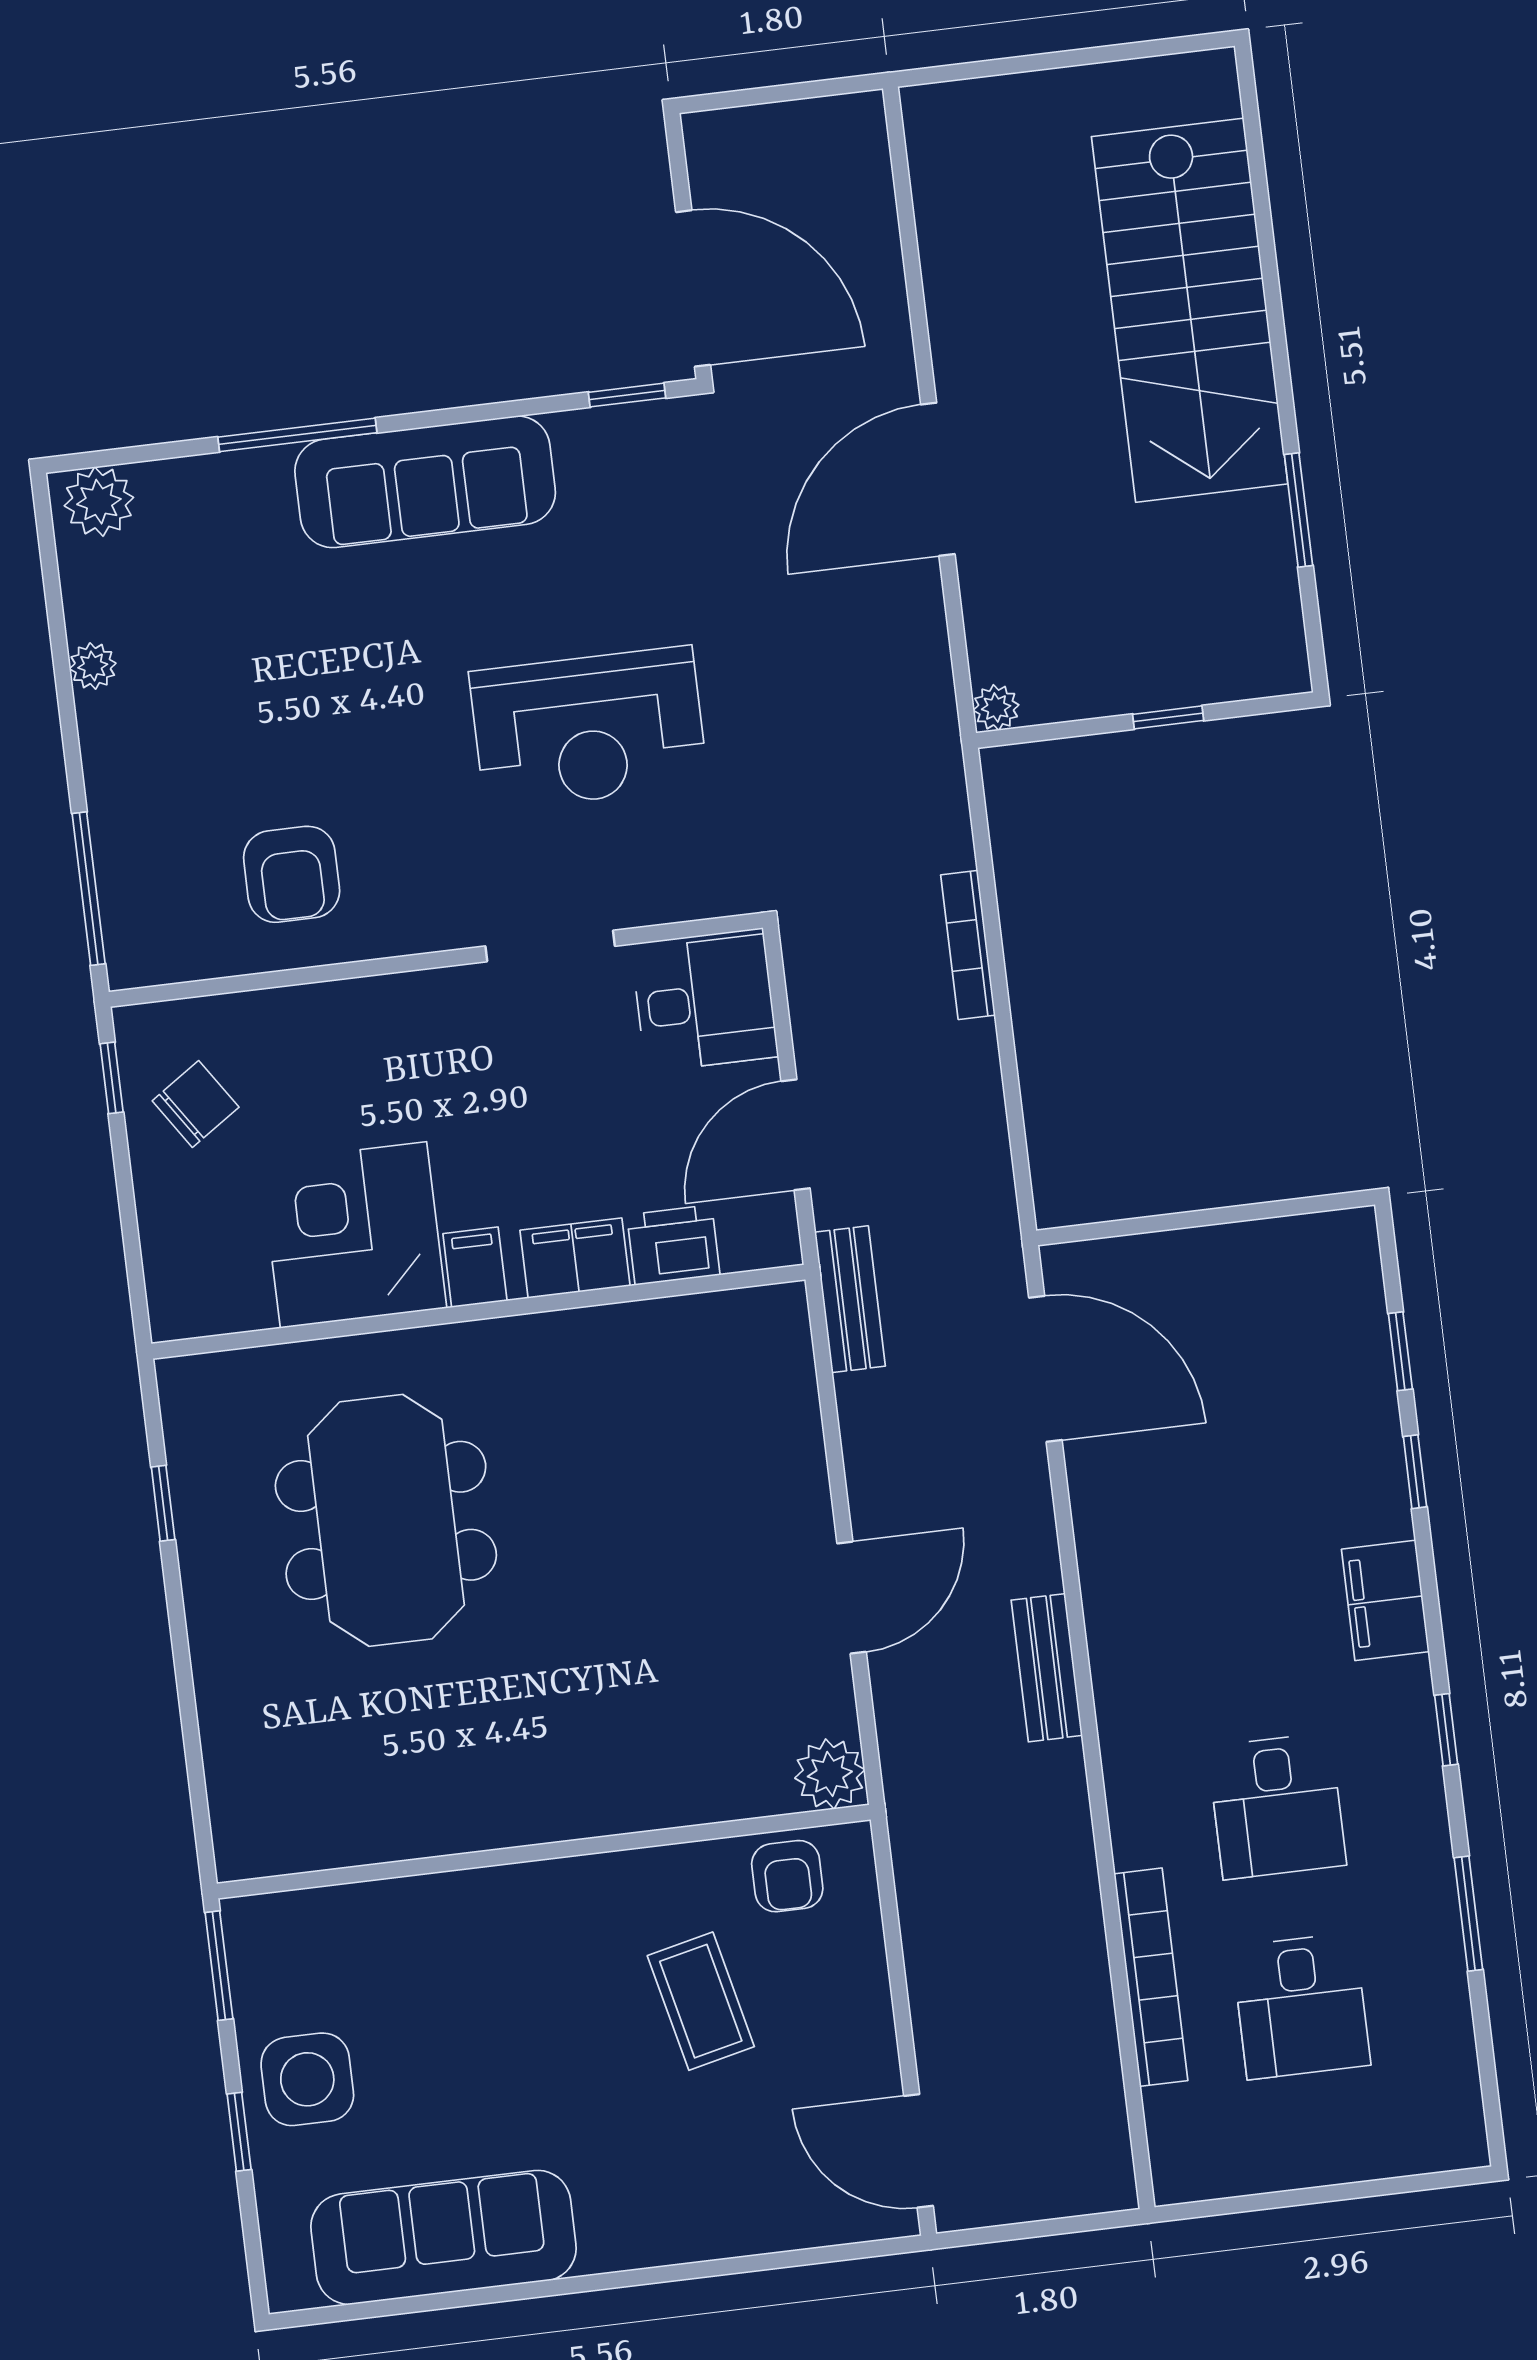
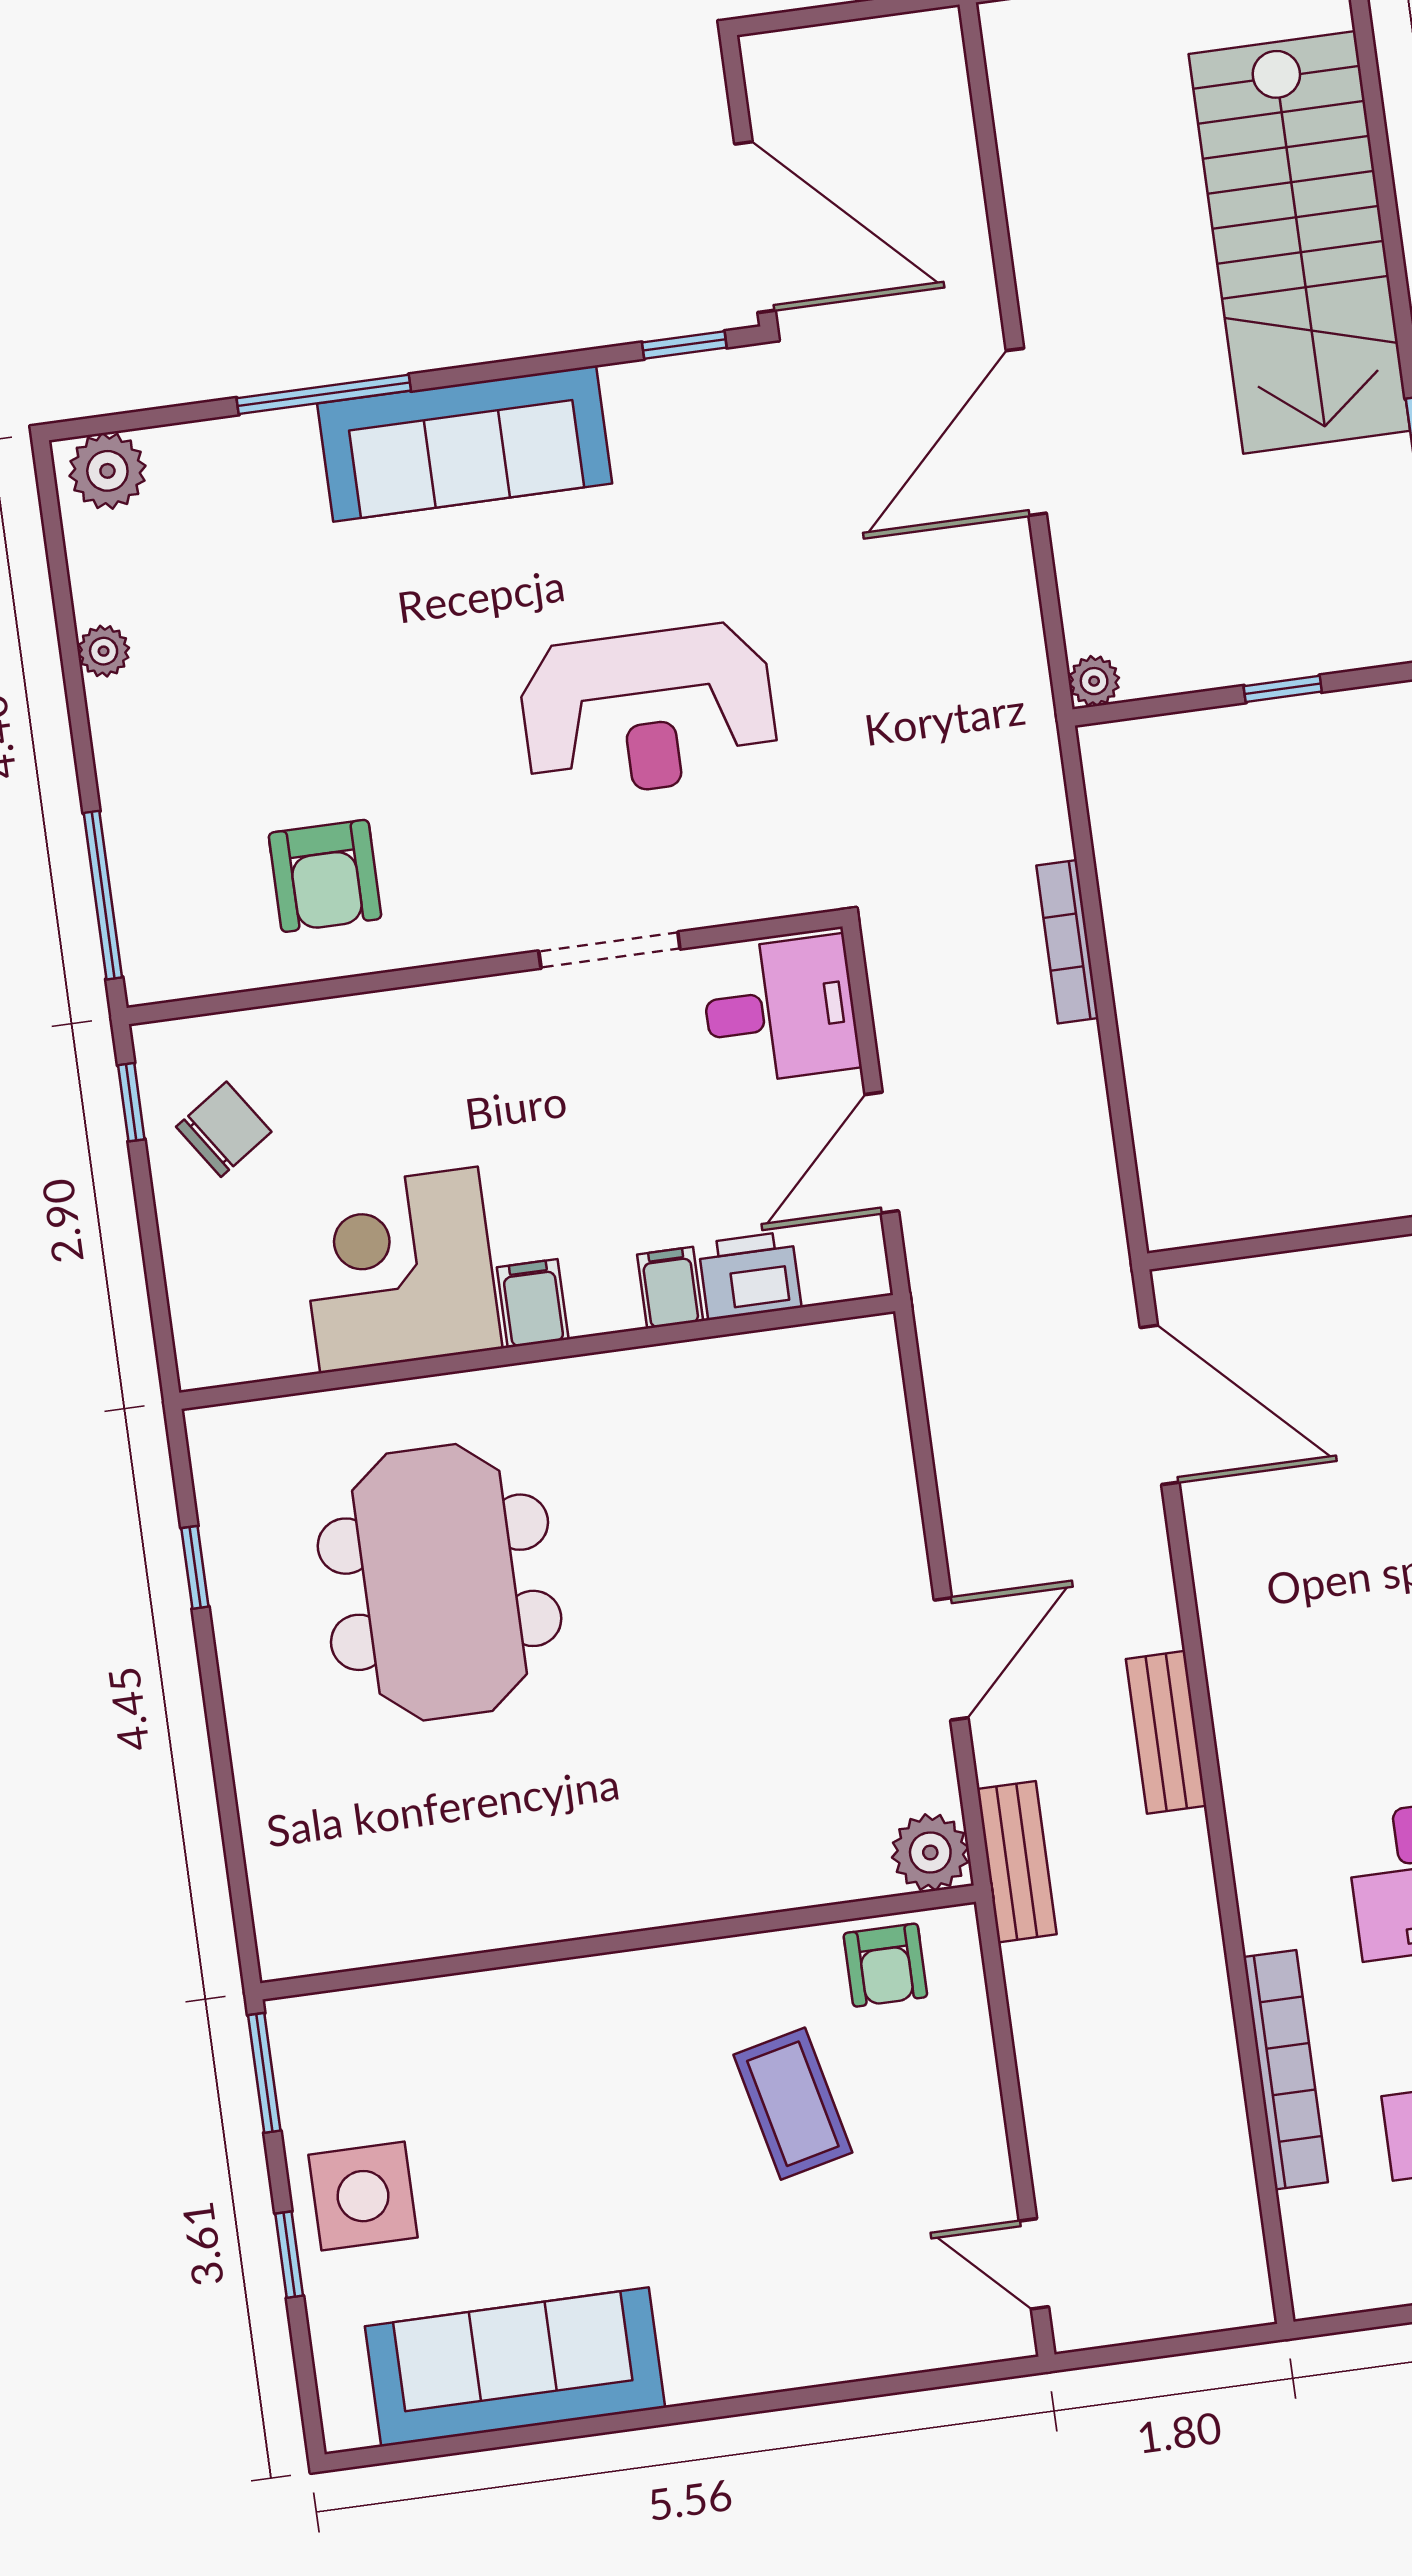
filing cabinet: (575, 1258) -> (670, 1288), width x0.50
bench: (850, 1299) -> (1017, 1862), moved
door: (918, 2151) -> (1034, 2264), width x0.73

